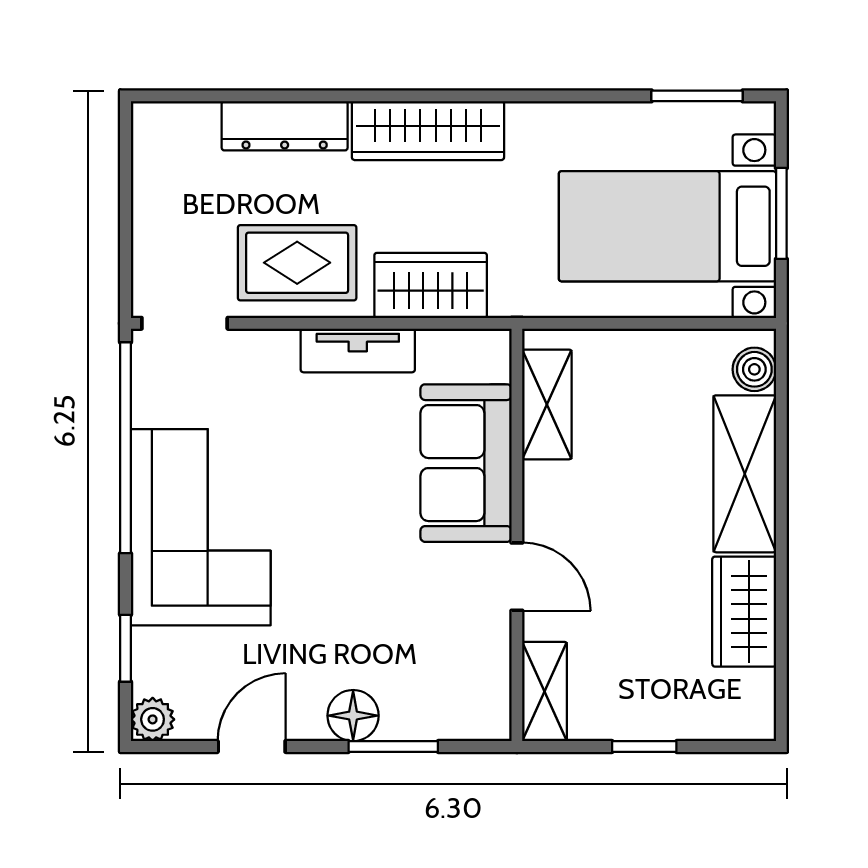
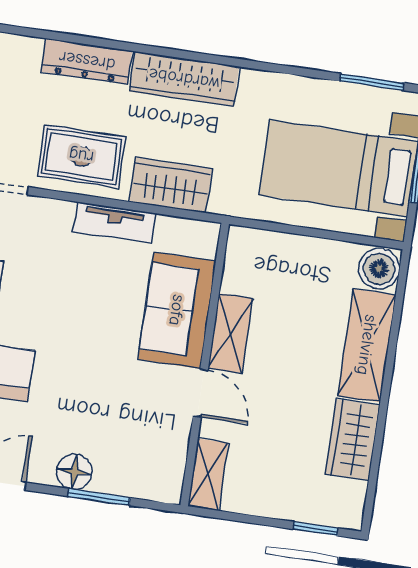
boiler: (754, 369) -> (379, 269), width x1.36, depth x1.36
shelving: (547, 404) -> (230, 333), moved
window: (644, 746) -> (316, 529), moved

